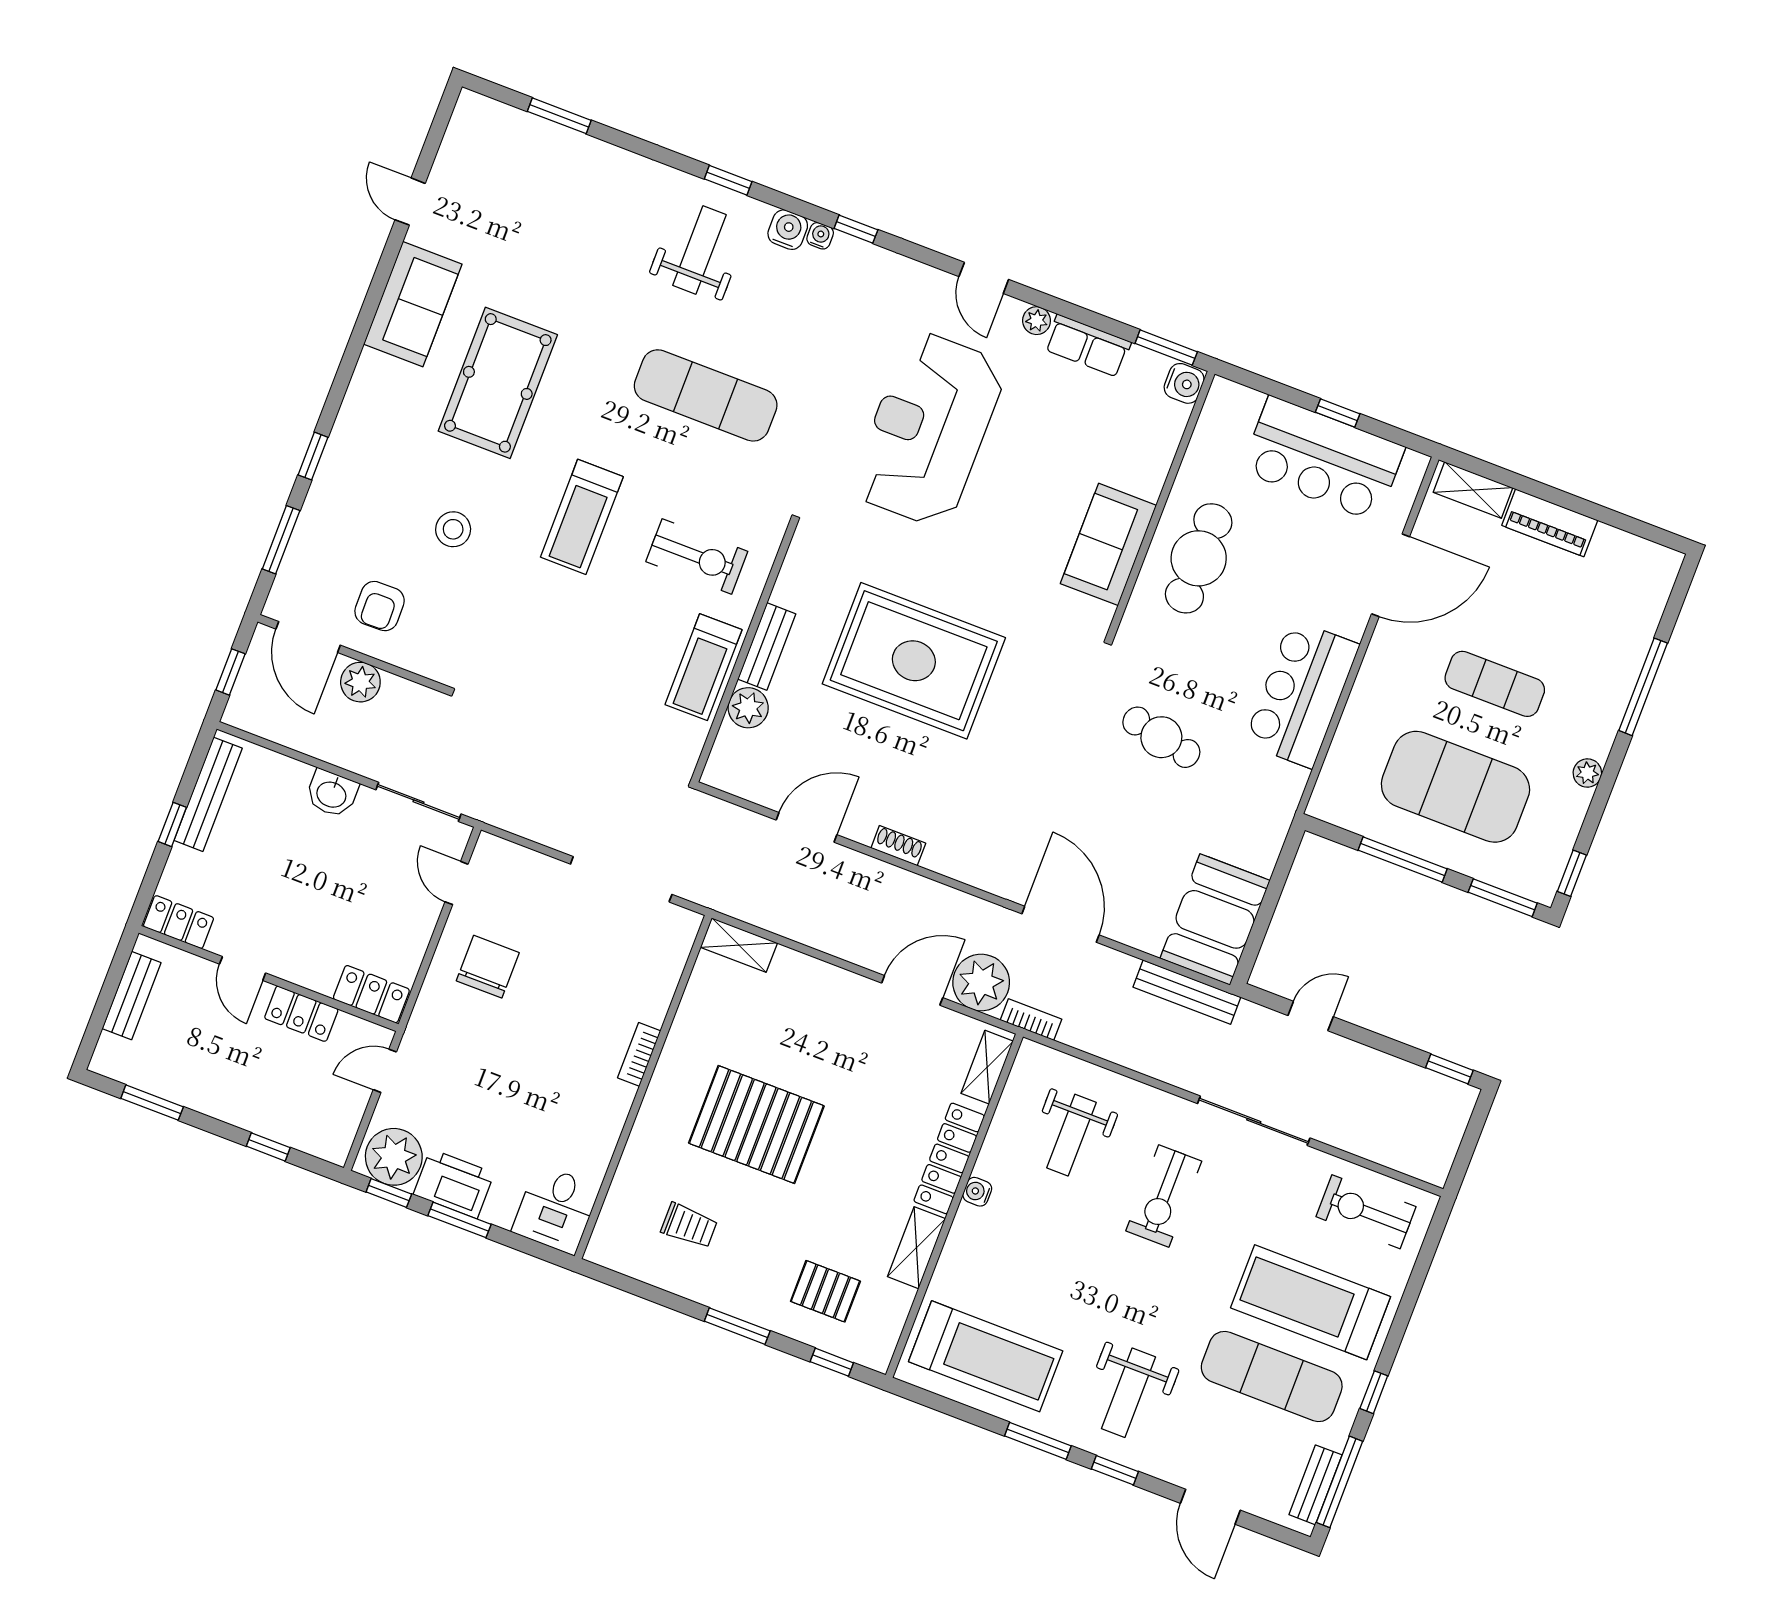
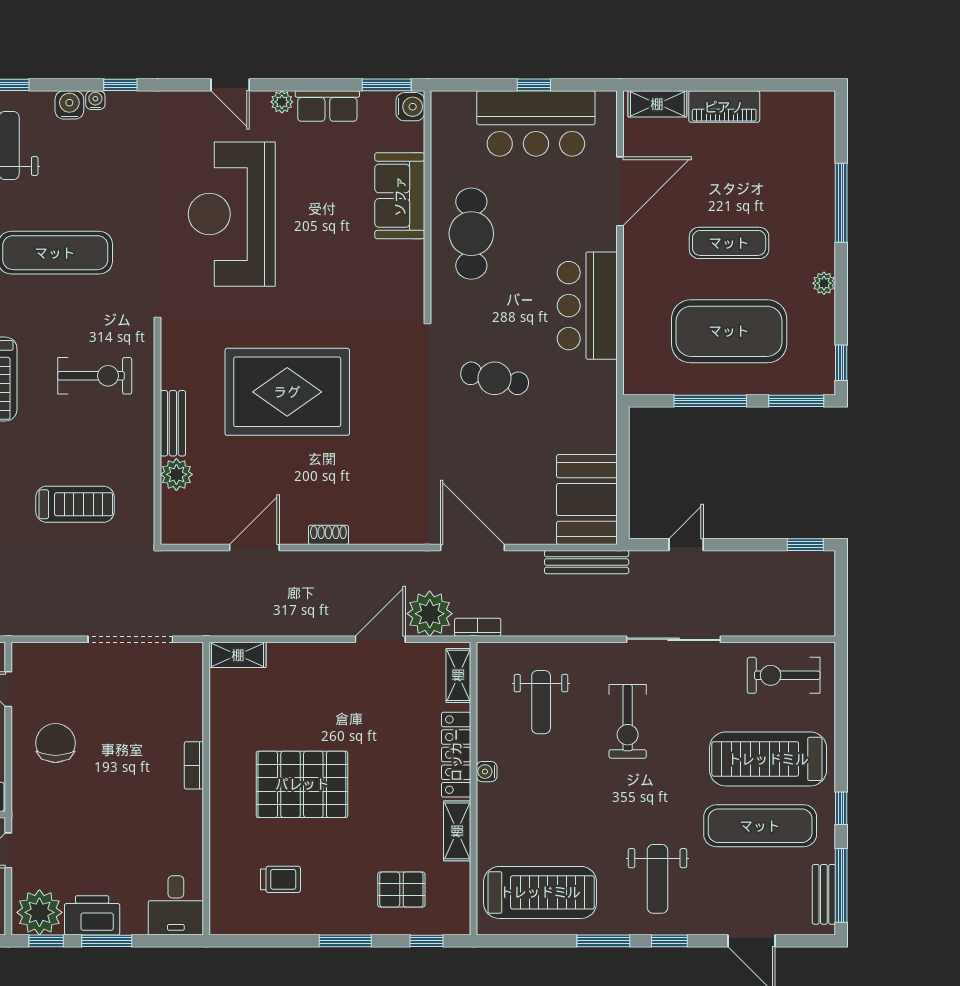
sofa: (1108, 544) -> (400, 196), moved
treadmill: (703, 667) -> (75, 504), moved, turned -90

